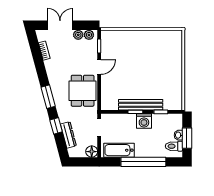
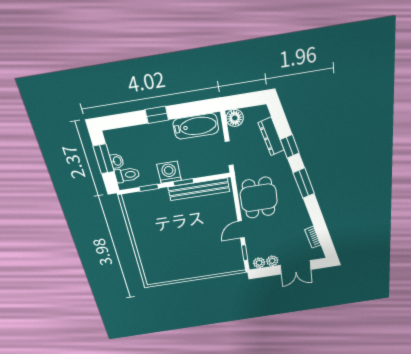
bench: (141, 105) -> (199, 189), moved
toilet: (174, 146) -> (127, 175), moved
window: (143, 162) -> (157, 115), width x0.32

